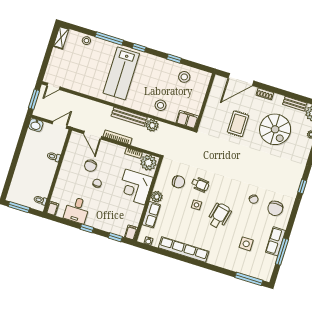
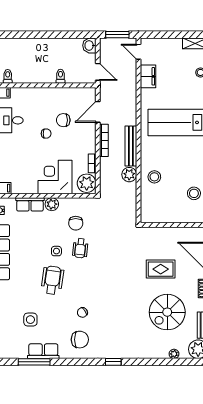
filing cabinet: (187, 119) -> (148, 76), moved
chair: (275, 208) -> (80, 340), turned 180
wheelchair: (219, 216) -> (52, 280), turned -95

